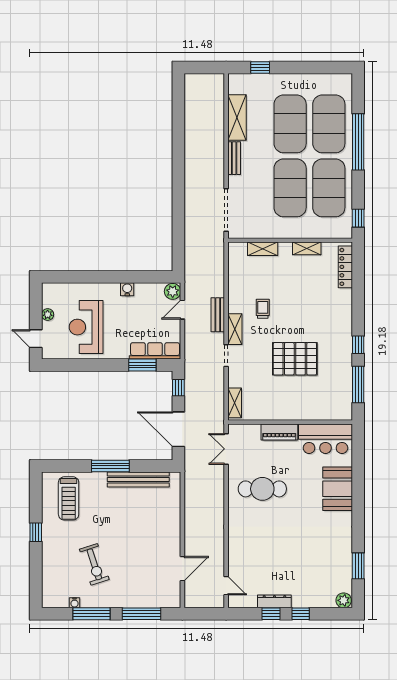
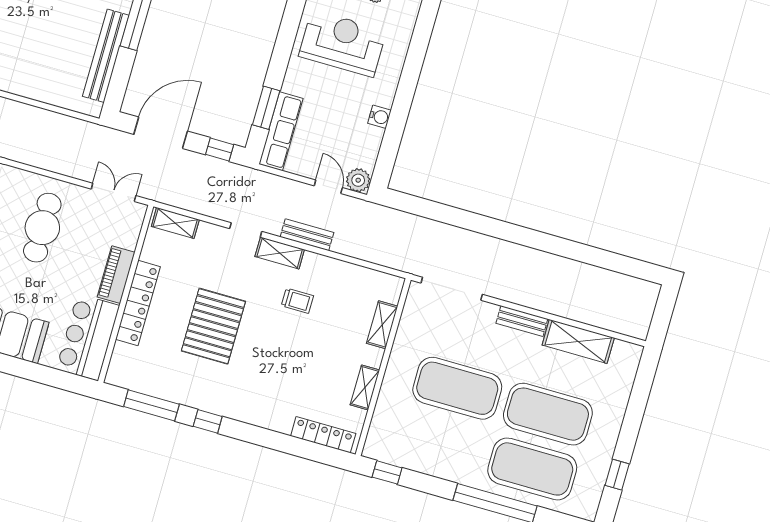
window: (260, 67) -> (617, 475), moved
exercise mat: (329, 188) -> (442, 443), removed
locker: (294, 412) -> (138, 303), added

